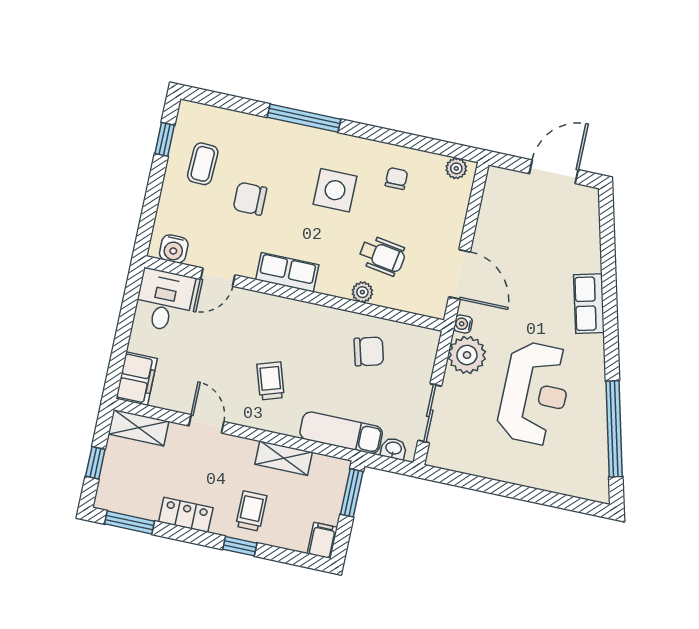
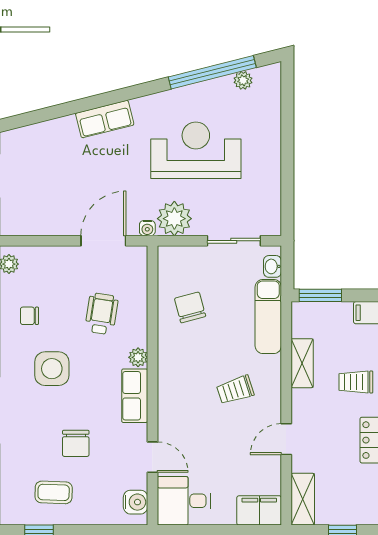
plant: (362, 292) -> (138, 357), moved
plant: (598, 460) -> (243, 80), added

